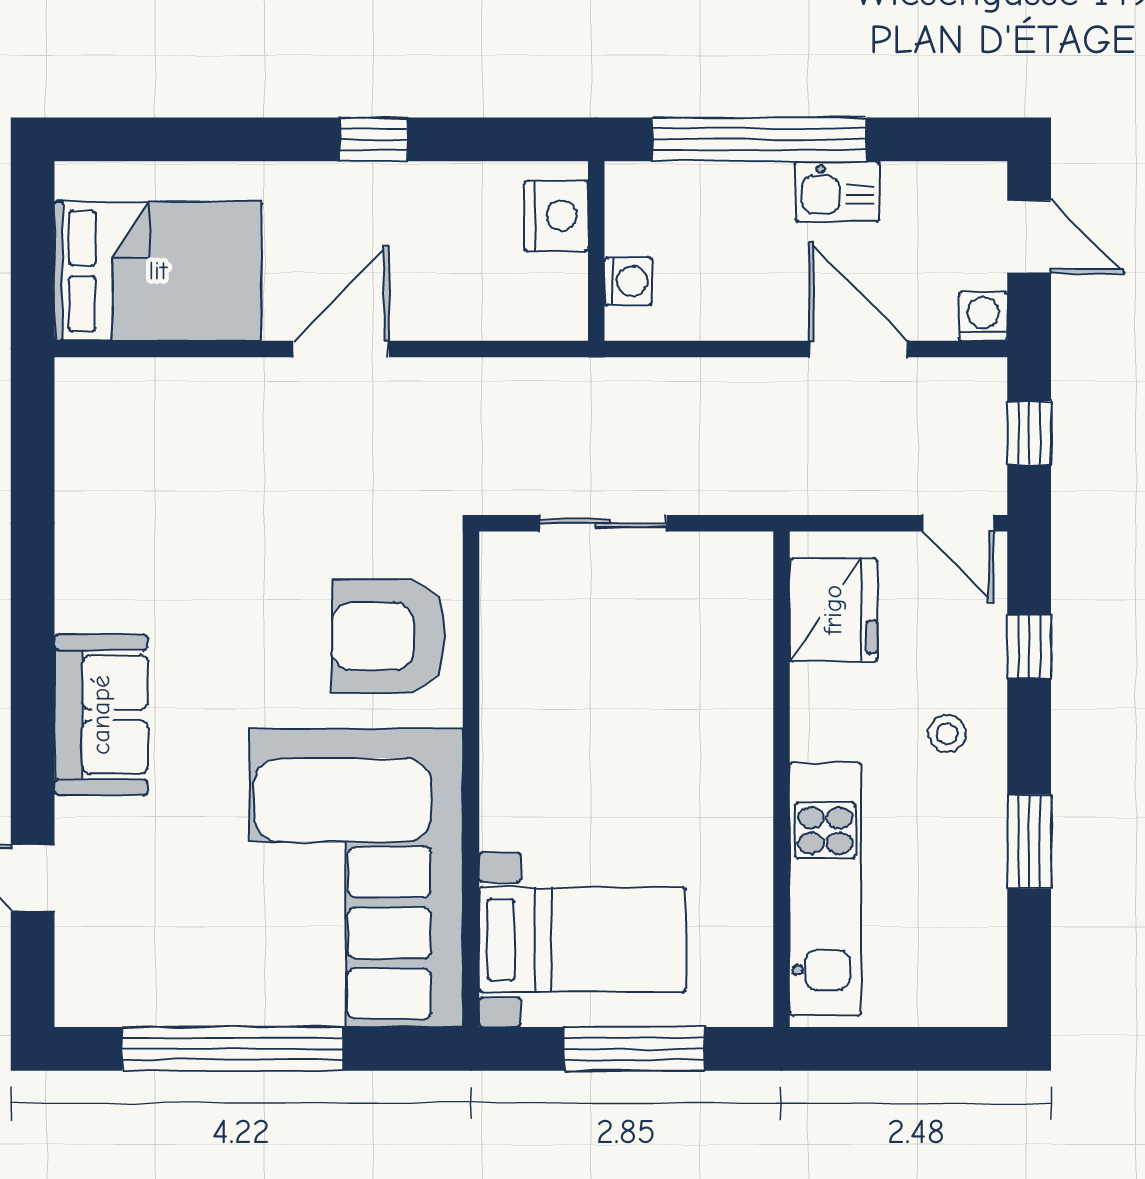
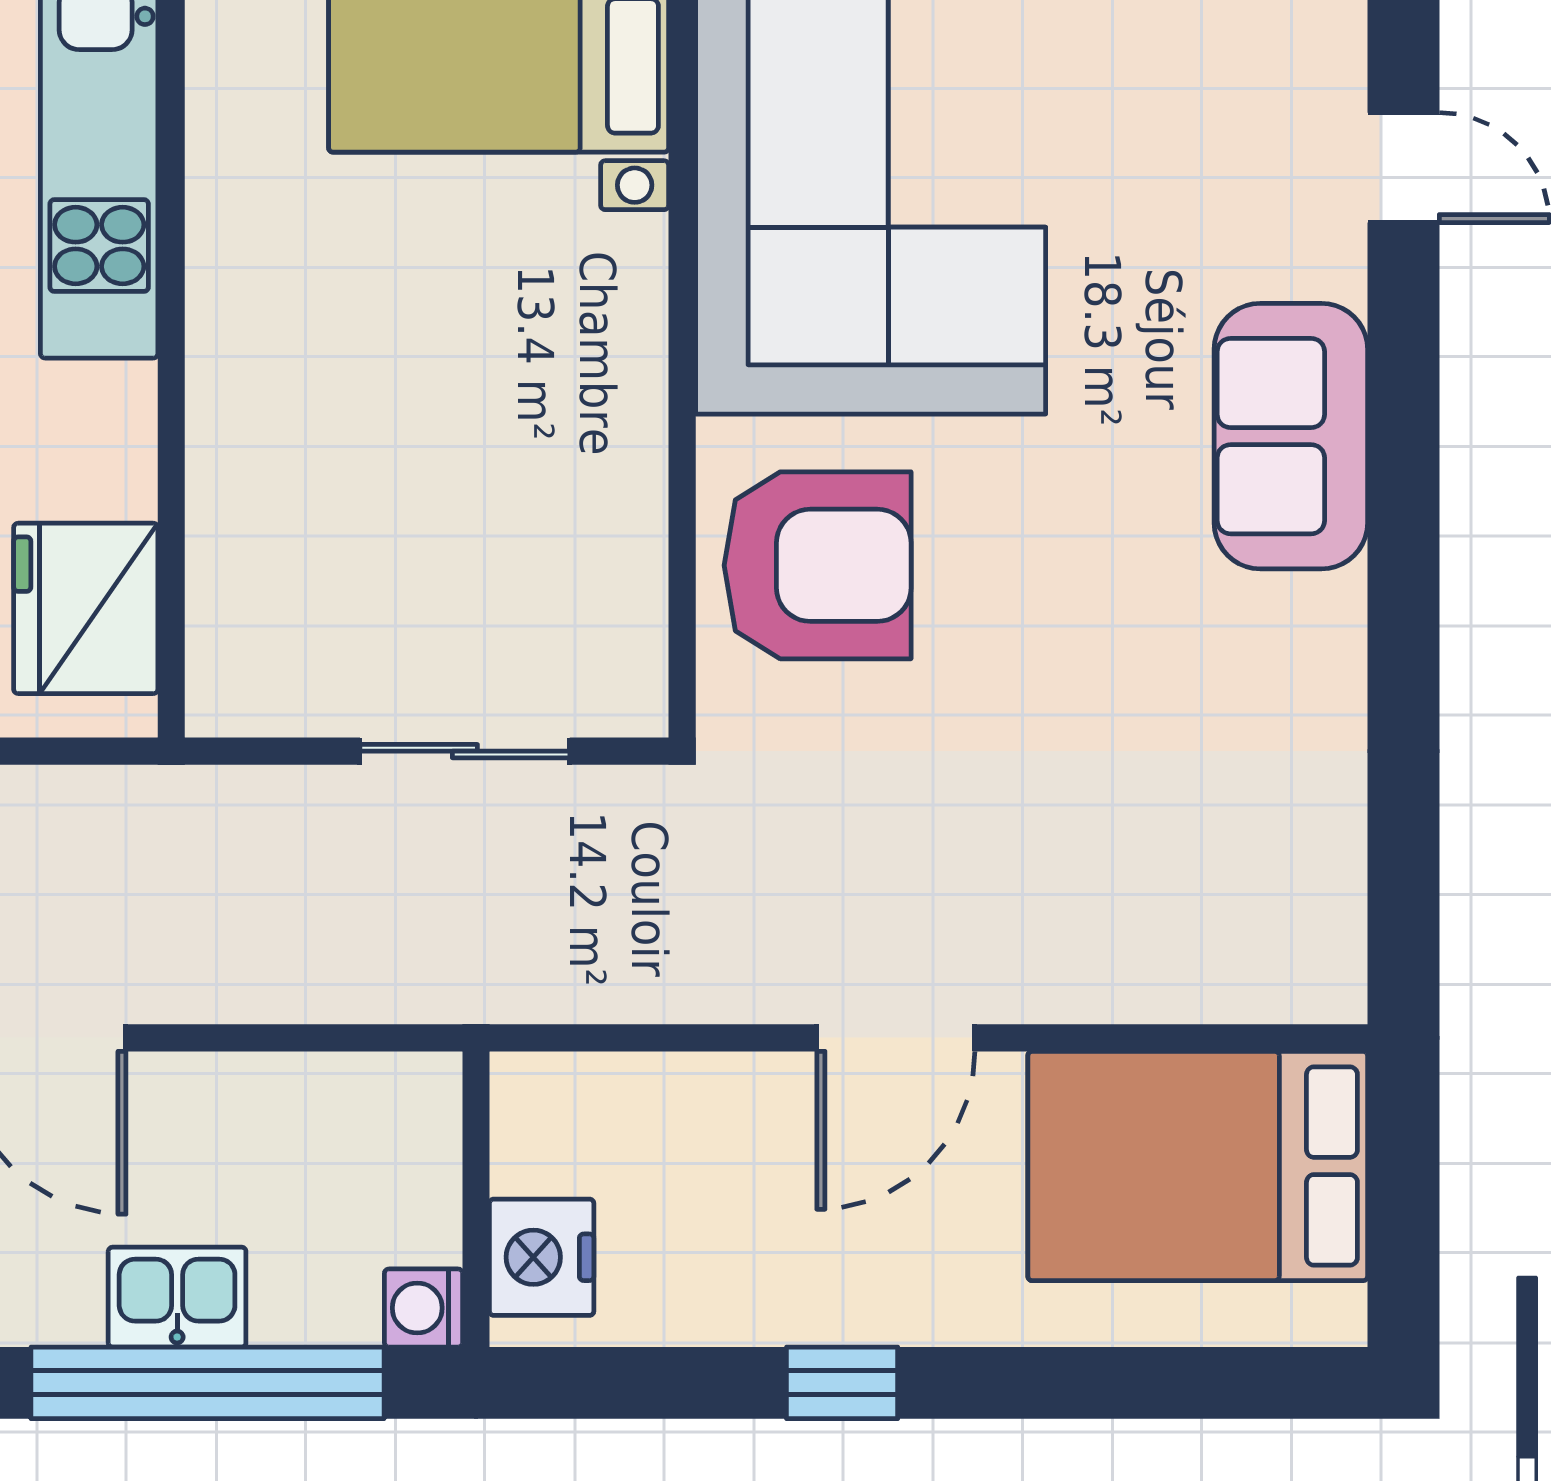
kitchen sink: (837, 192) -> (177, 1297), moved
washing machine: (628, 281) -> (423, 1308), moved

